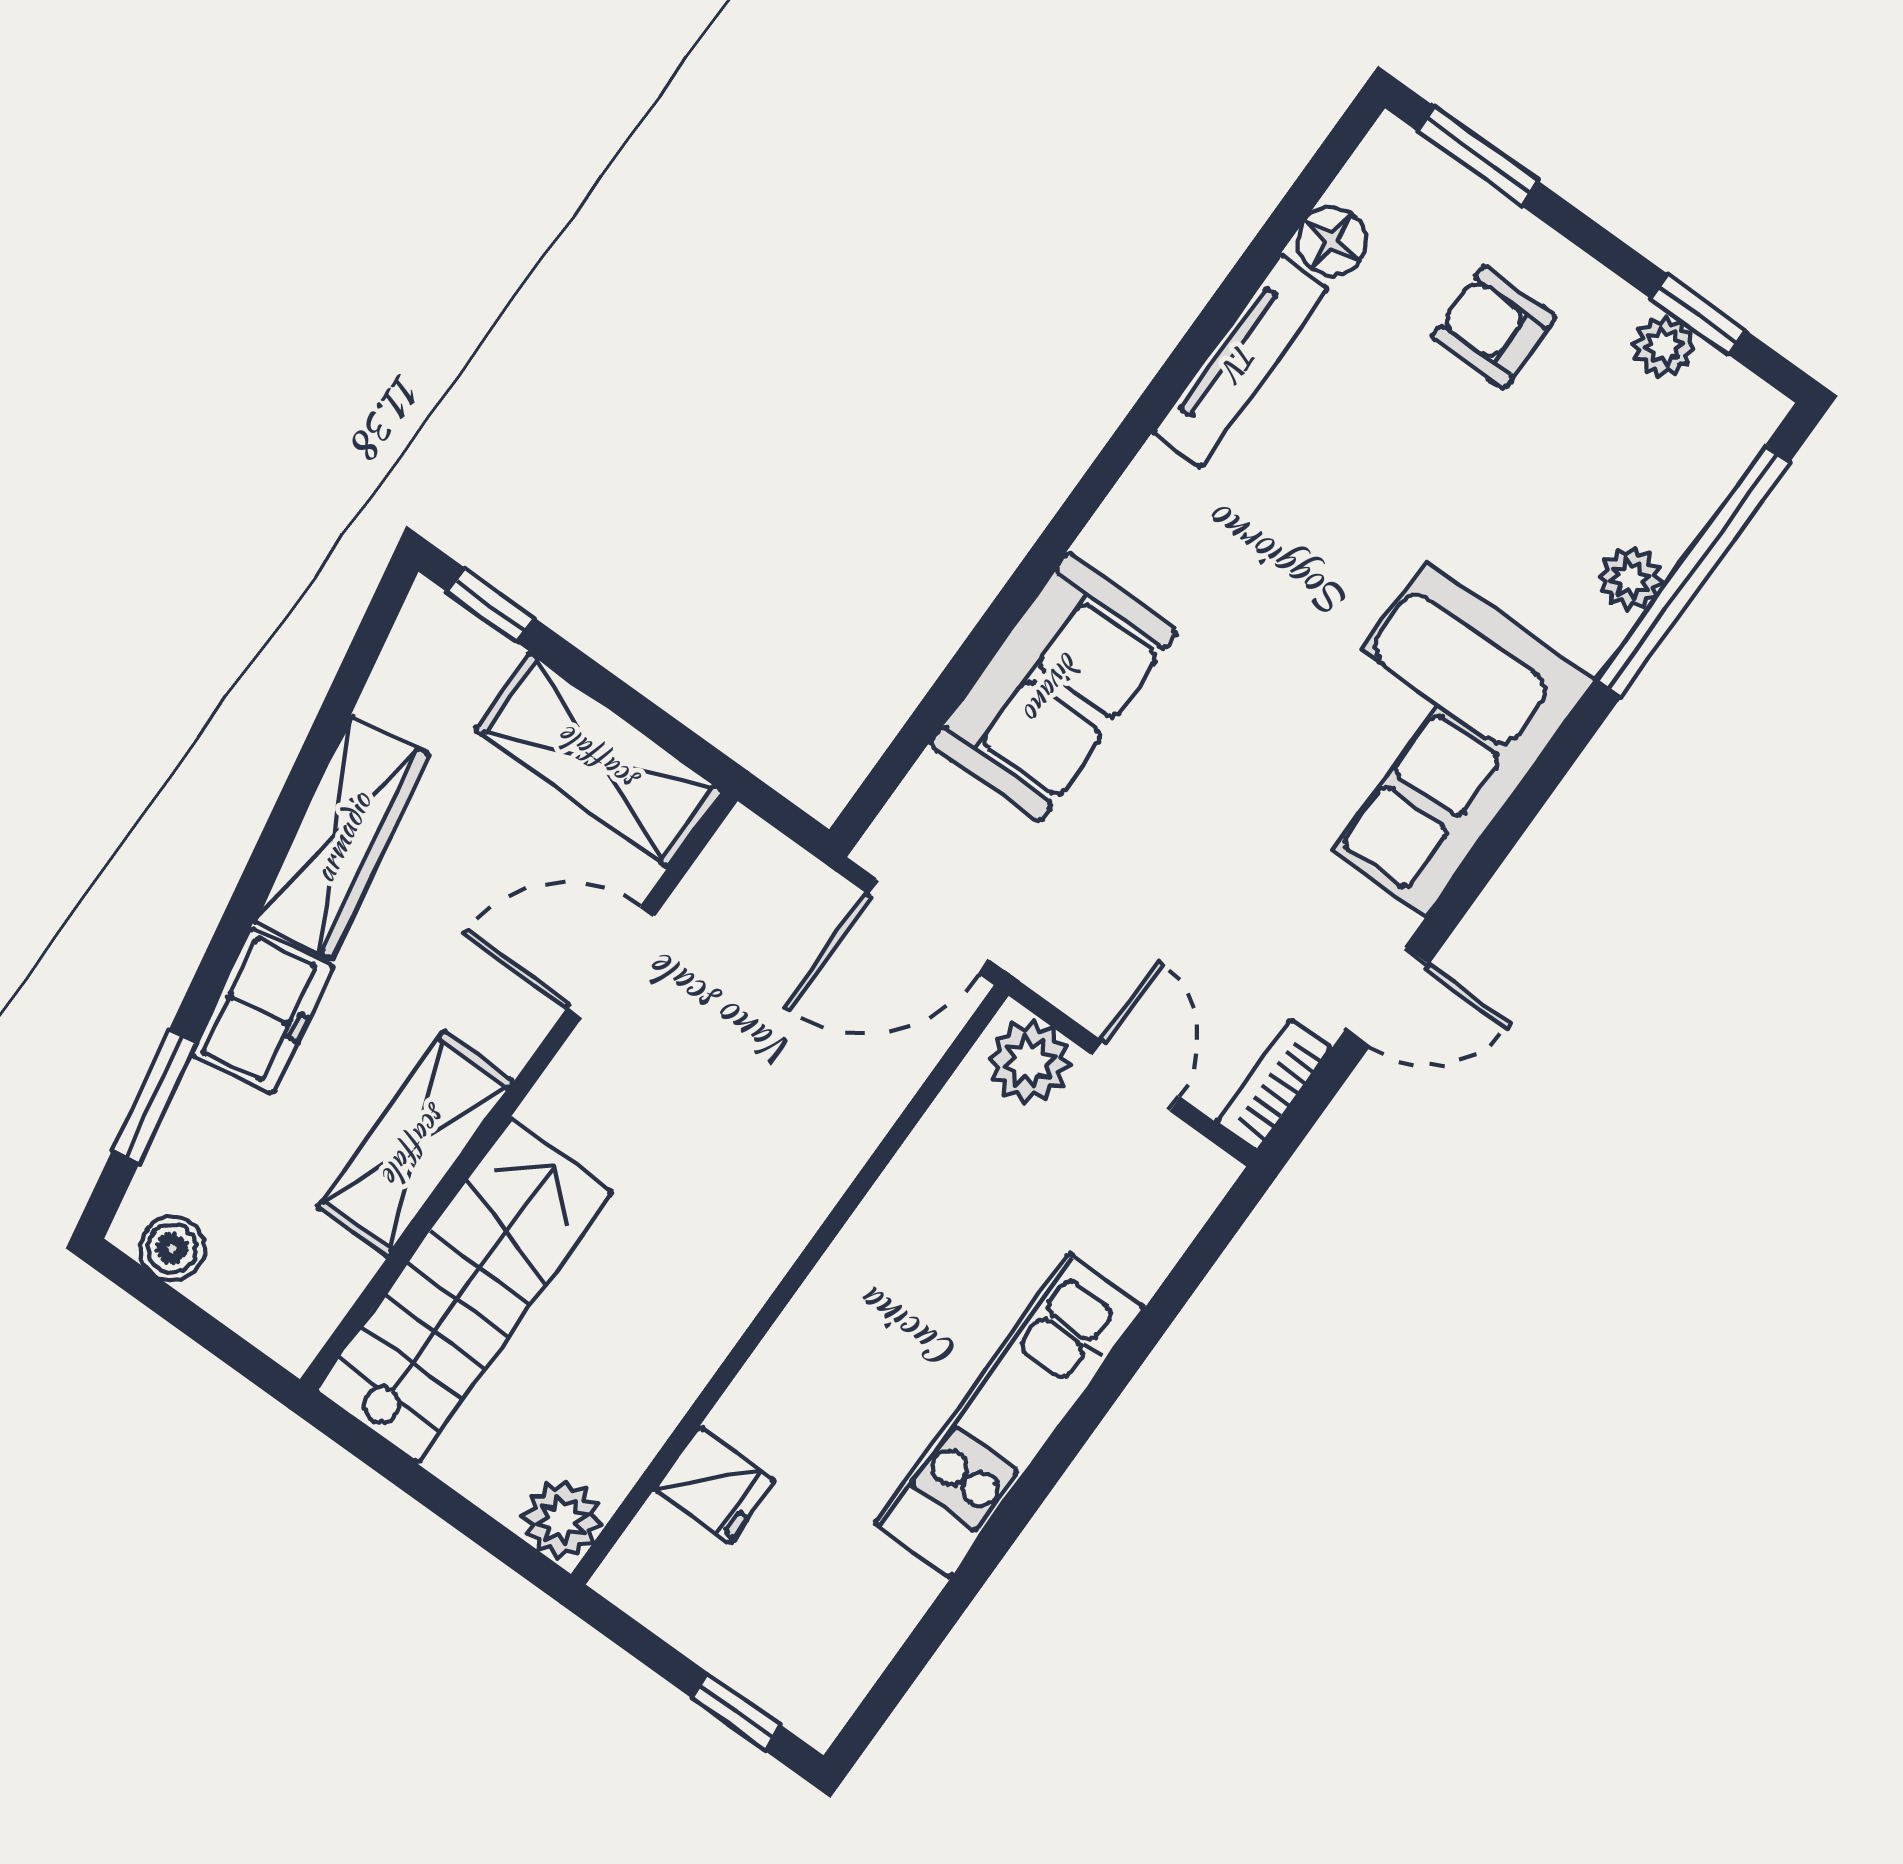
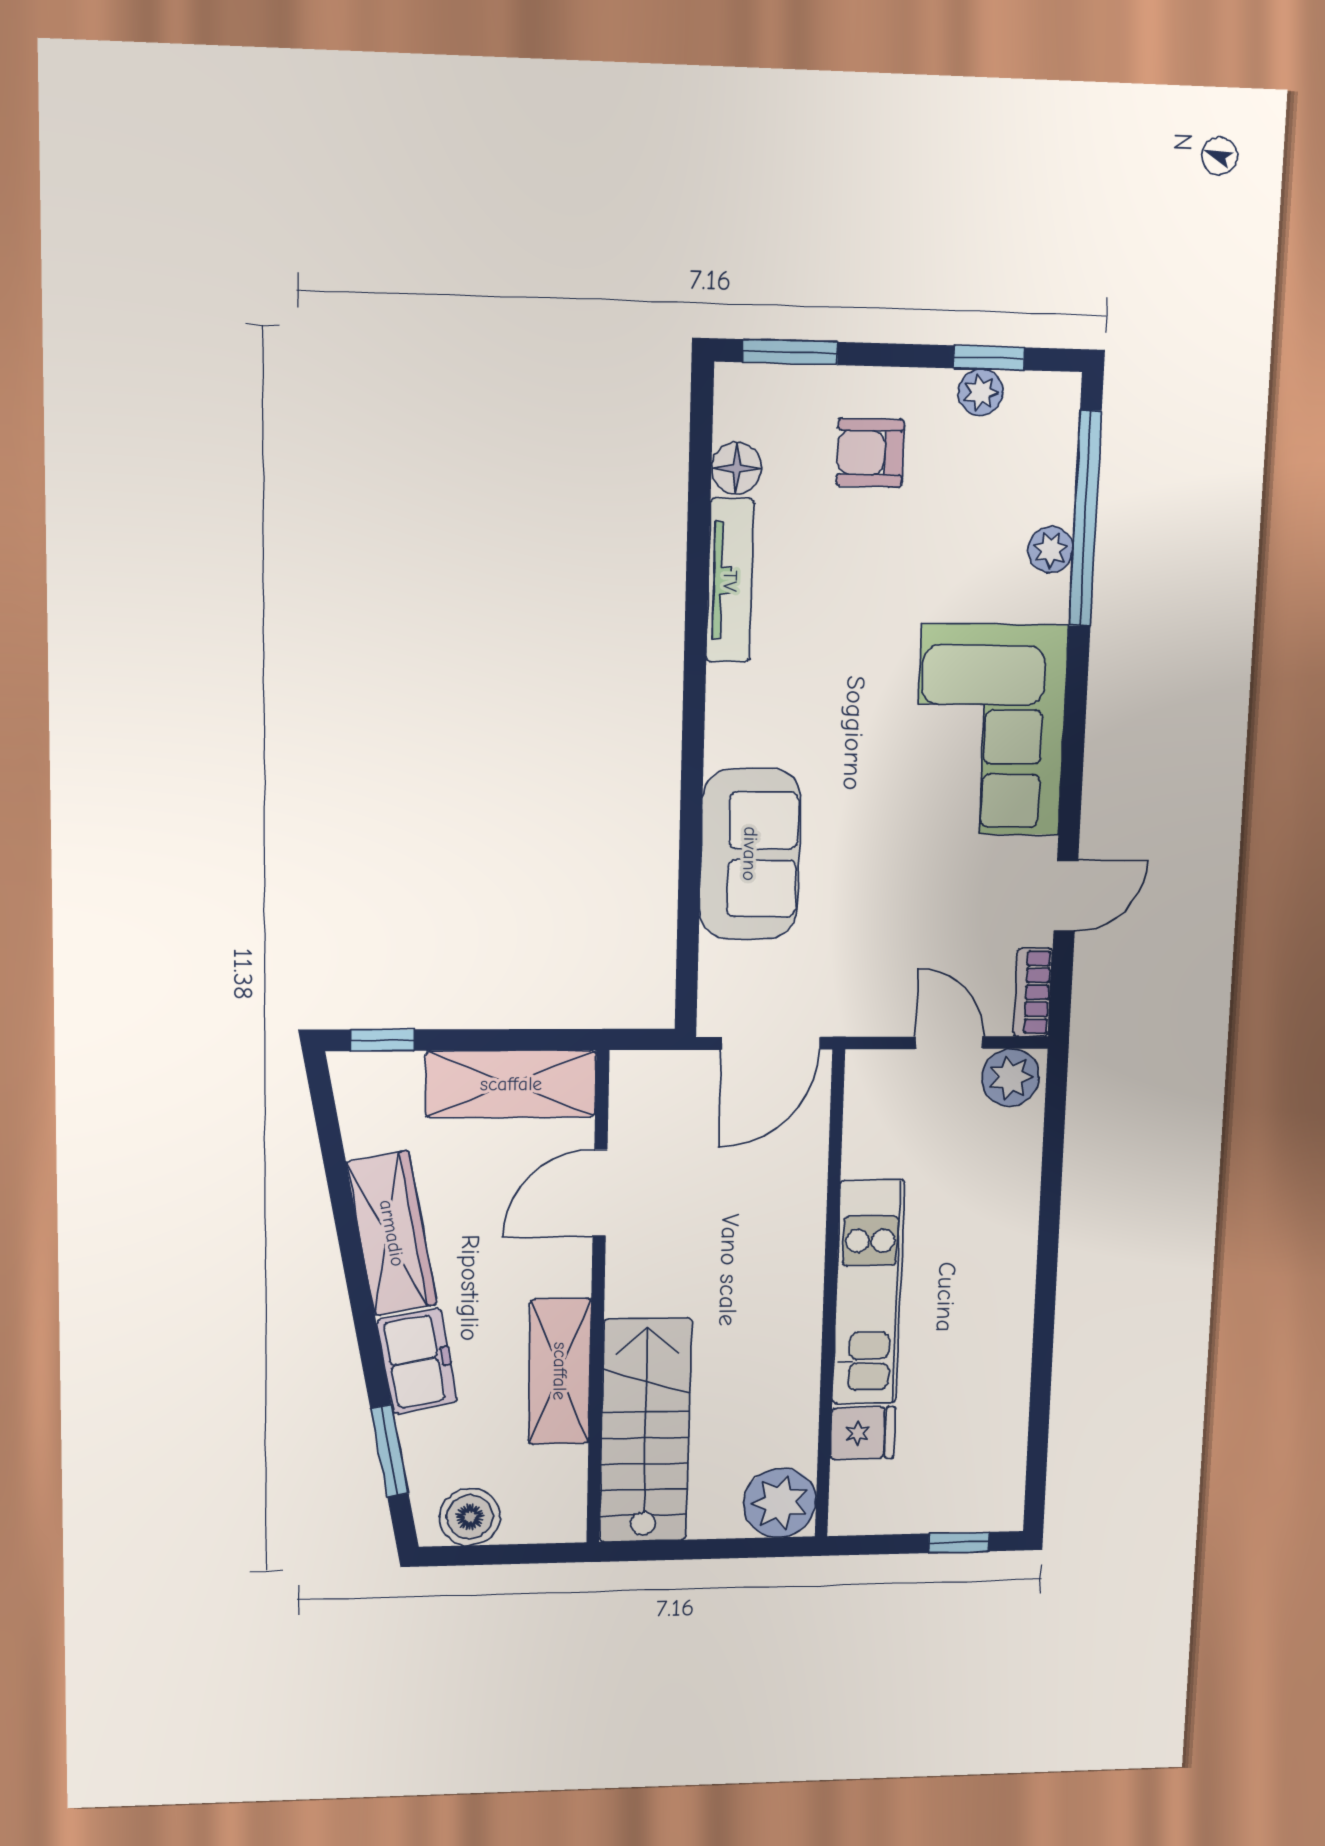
plant: (1029, 1062) -> (1010, 1077), moved
boiler: (172, 1248) -> (470, 1517), width x1.36, depth x1.36
kitchen unit: (1009, 1416) -> (868, 1292), moved, turned 180
plant: (562, 1520) -> (780, 1503), width x1.36, depth x1.36

